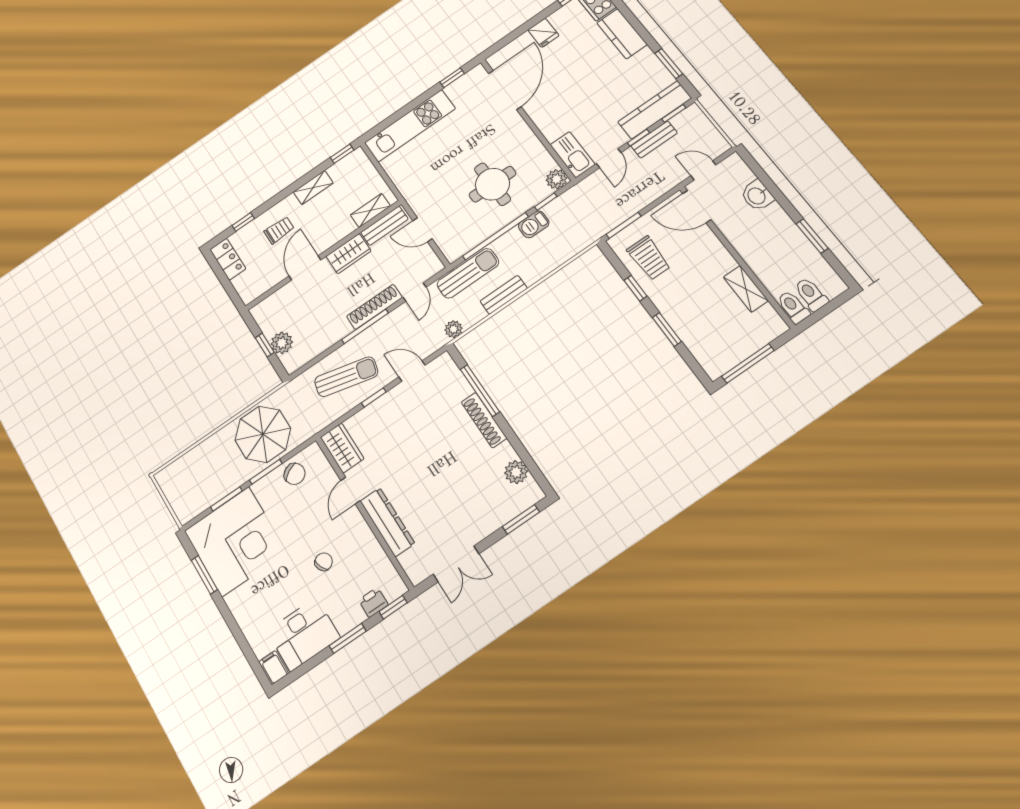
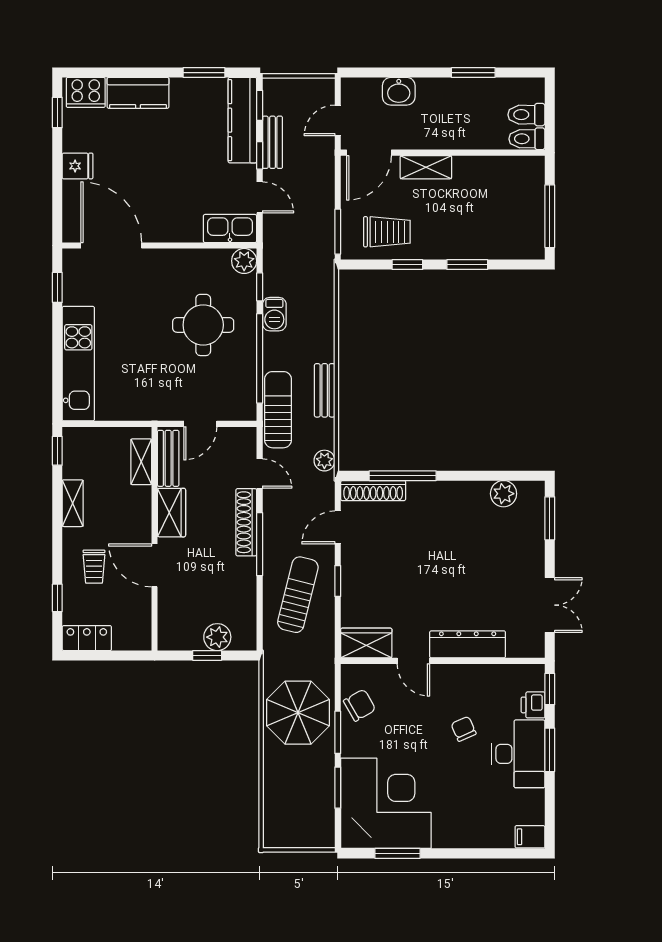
trolley: (279, 230) -> (94, 567), turned 180
shelving: (746, 289) -> (426, 167), moved
shoe rack: (484, 420) -> (373, 491), moved
desk: (303, 634) -> (518, 754), moved

